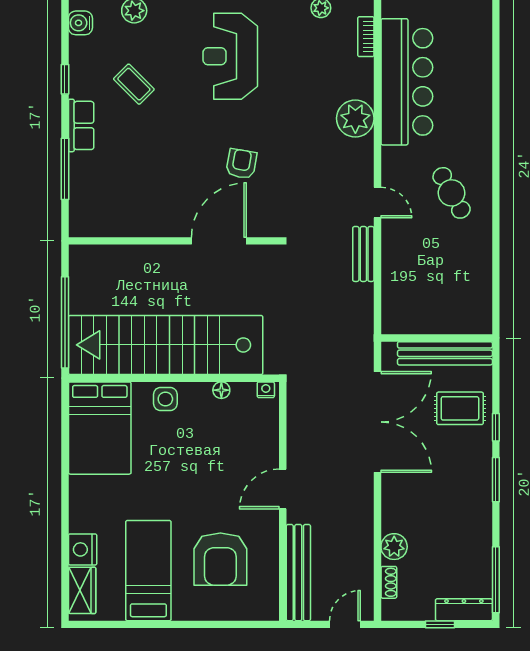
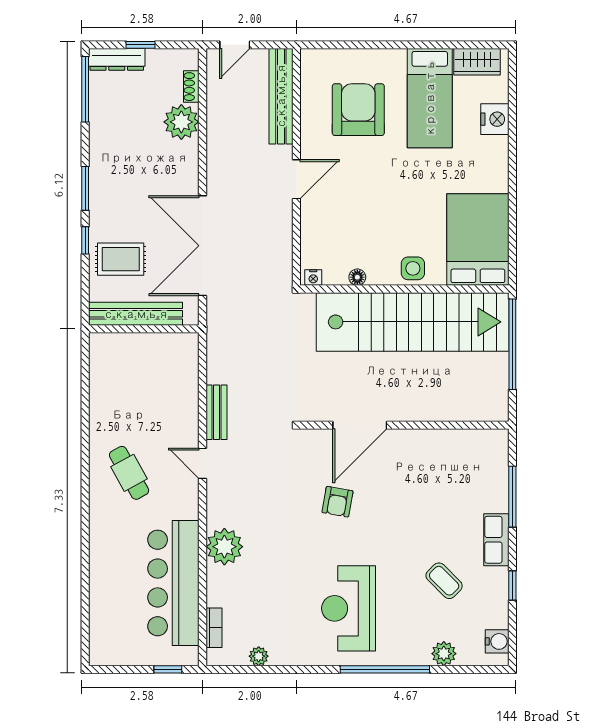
reception desk: (230, 56) -> (349, 608), turned 180
plant: (394, 547) -> (181, 122), width x1.36, depth x1.36
wardrobe: (82, 590) -> (477, 62), moved, turned -90

